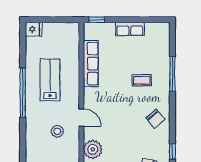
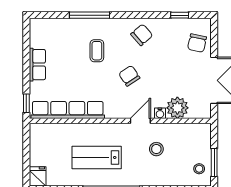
row of seats: (91, 64) -> (68, 110), width x1.36
chair: (120, 108) -> (129, 76), added
water cooler: (88, 134) -> (160, 113), added

